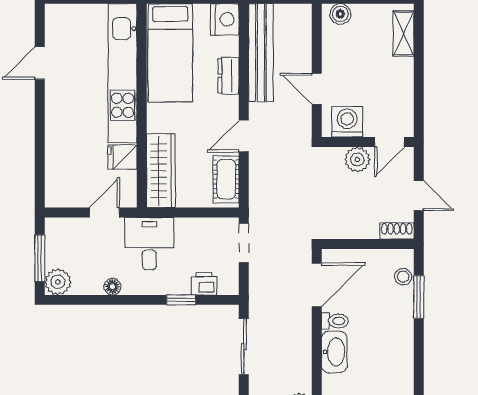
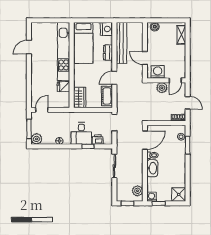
wardrobe: (161, 171) -> (80, 97), width x0.67
door: (104, 212) -> (42, 110), moved
desk: (149, 244) -> (81, 133), moved, turned 180

